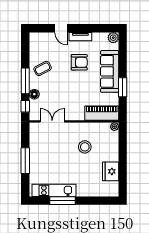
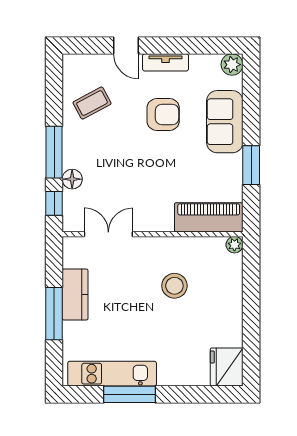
coffee table: (43, 68) -> (92, 103), moved
sofa: (110, 71) -> (225, 122), width x0.73
kitchen counter: (36, 151) -> (75, 295), added
fridge: (111, 171) -> (227, 367), moved

